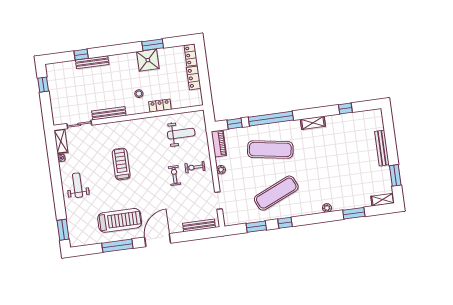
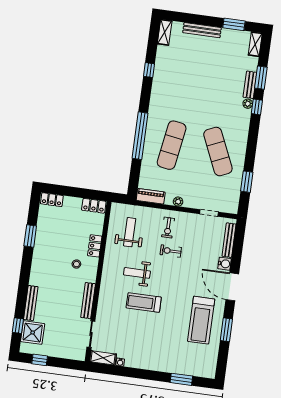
window: (81, 55) -> (18, 326), moved
shower: (148, 60) -> (33, 333), moved
locker: (194, 78) -> (94, 206), moved
window: (345, 108) -> (149, 70), moved
shelving: (313, 123) -> (165, 32), moved
window: (235, 124) -> (135, 174), removed
weight bench: (78, 185) -> (137, 273), moved
bench: (345, 205) -> (250, 85), added
treadmill: (120, 220) -> (201, 320), turned 180
window: (285, 223) -> (257, 107), moved
water cooler: (177, 227) -> (225, 264), added
window: (63, 230) -> (181, 379), moved
window: (117, 246) -> (226, 330), width x0.69

